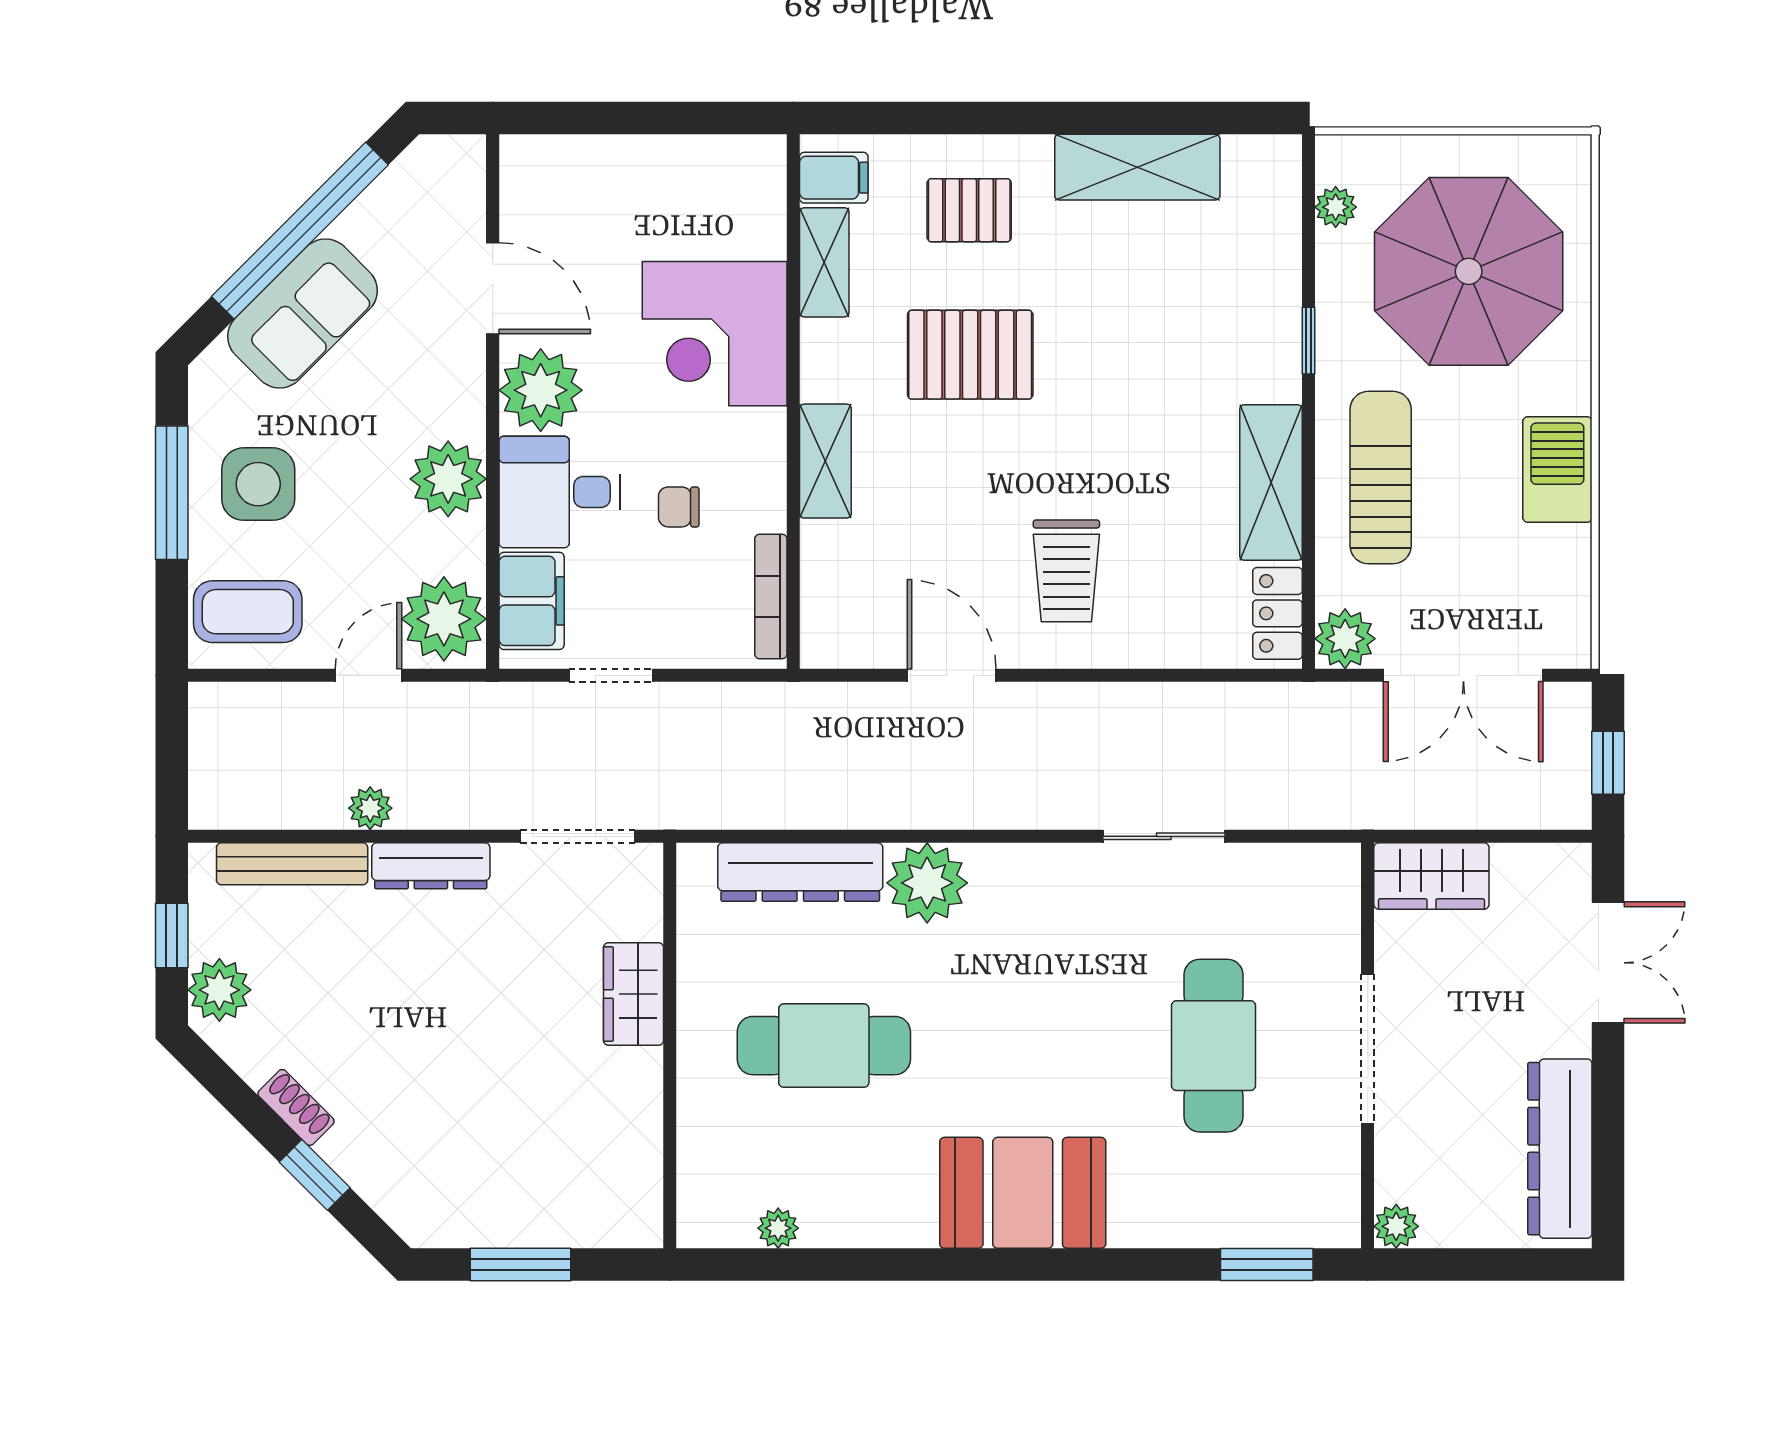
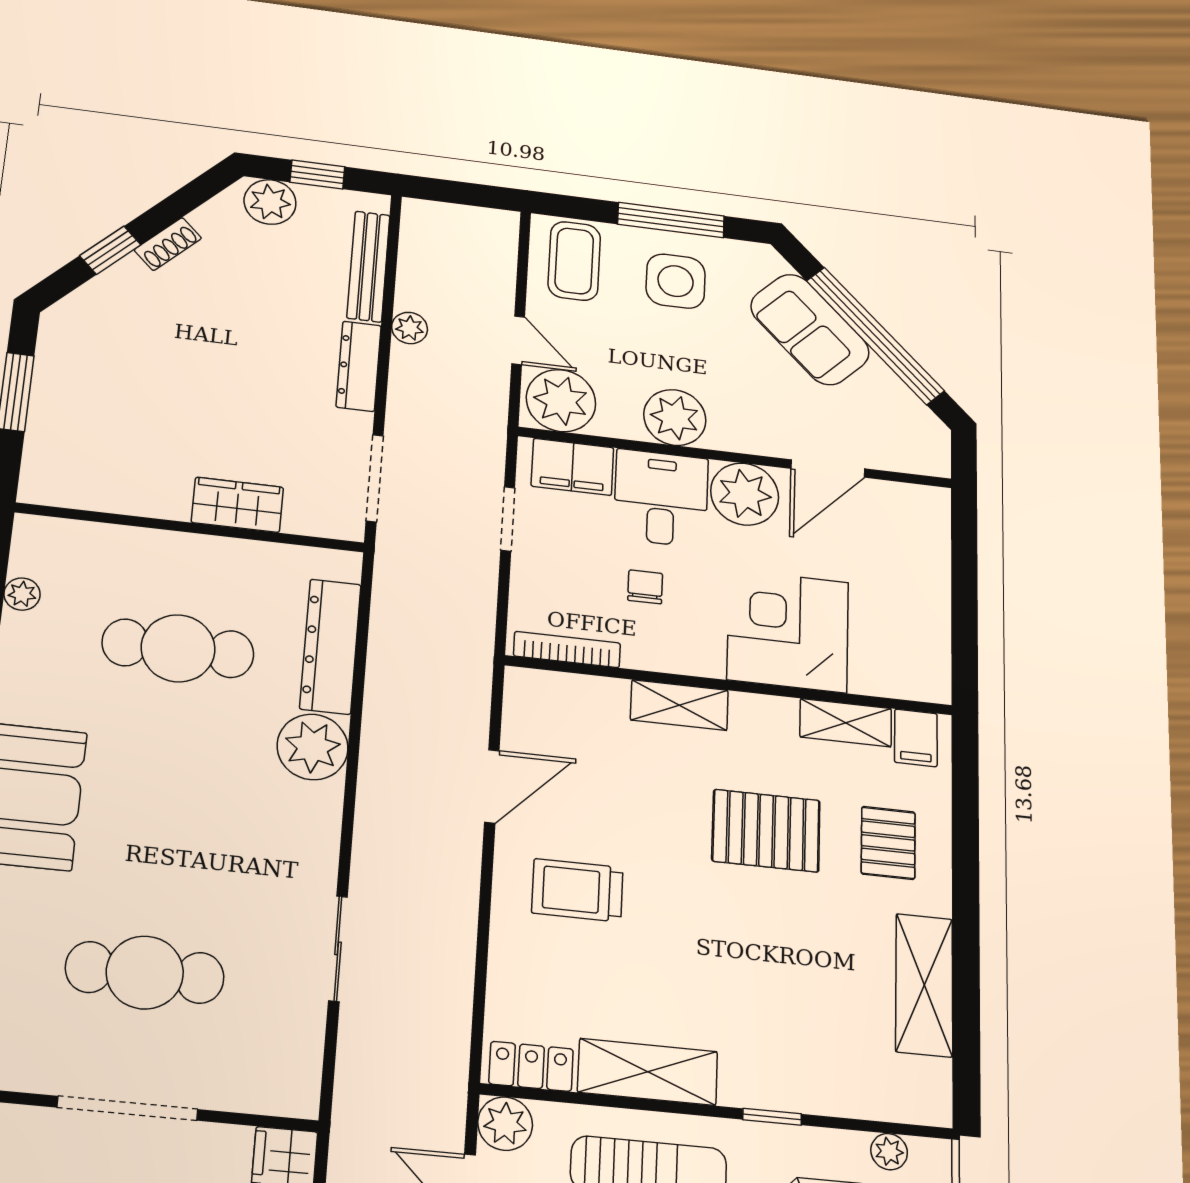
pallet: (970, 355) -> (766, 831), turned 90
cafe table: (824, 1046) -> (178, 648), turned 90

